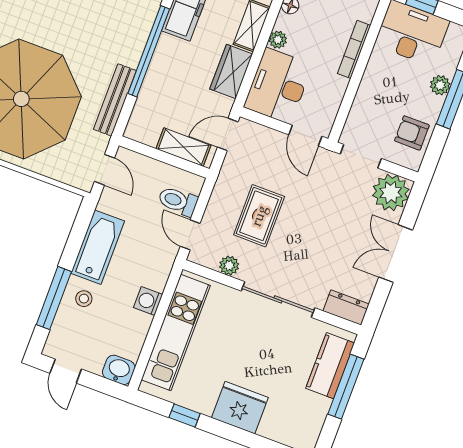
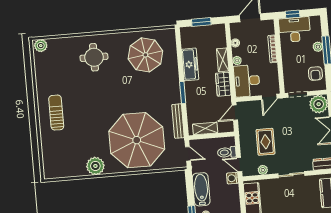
window: (149, 51) -> (183, 93), width x0.47
armchair: (412, 133) -> (315, 74), turned -90
door: (305, 136) -> (269, 97), hinge flipped
shelving: (183, 147) -> (205, 128), moved
sliding door: (278, 299) -> (291, 175), width x0.73
washing machine: (148, 301) -> (232, 178), moved

